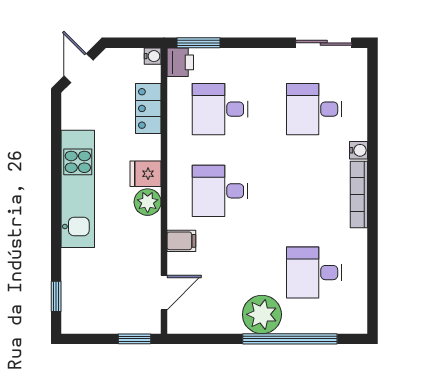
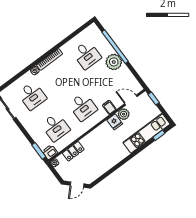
fridge: (146, 174) -> (115, 122), moved
kitchen unit: (78, 189) -> (146, 133), moved
plant: (148, 202) -> (124, 114), moved

